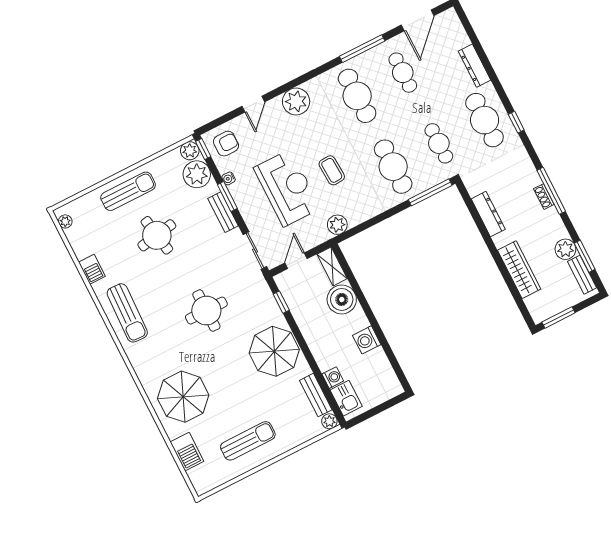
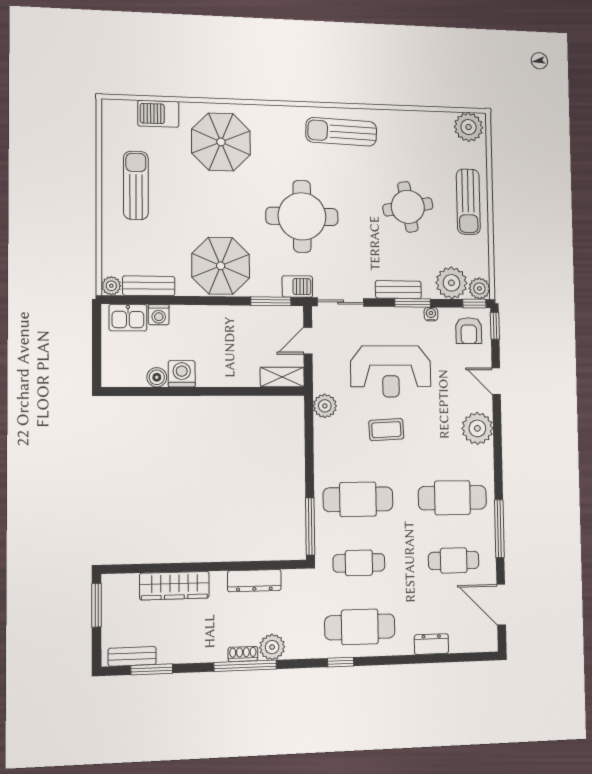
dresser: (474, 66) -> (431, 644), width x0.70
window: (212, 125) -> (495, 326), added
plant: (65, 221) -> (469, 127), width x1.88, depth x1.88
plant: (565, 249) -> (272, 647), moved
door: (296, 261) -> (308, 341), swing flipped
barbecue: (92, 269) -> (297, 287), moved, turned 180
boiler: (342, 299) -> (157, 377), moved, width x0.54, depth x0.54
window: (281, 302) -> (271, 301), width x1.50
round table: (206, 311) -> (302, 216), width x1.36, depth x1.36
sun lounger: (248, 441) -> (136, 185), turned 180

